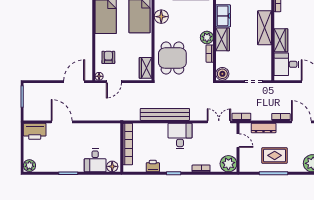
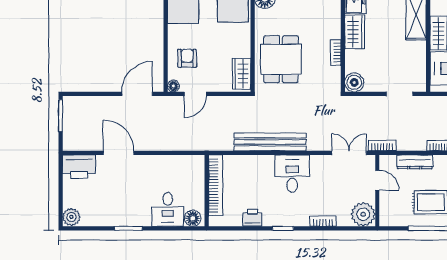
plant: (207, 37) -> (331, 29), removed

